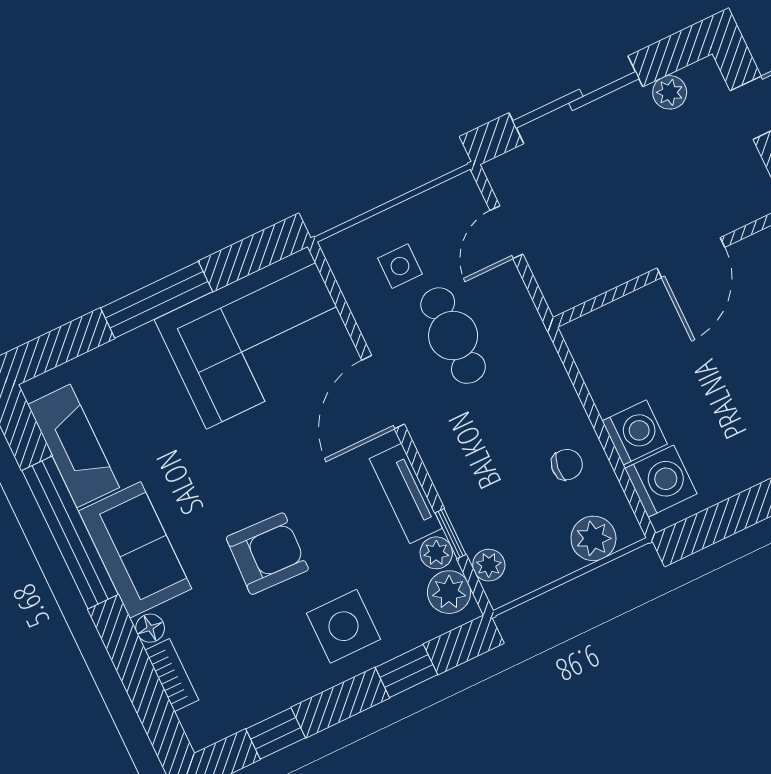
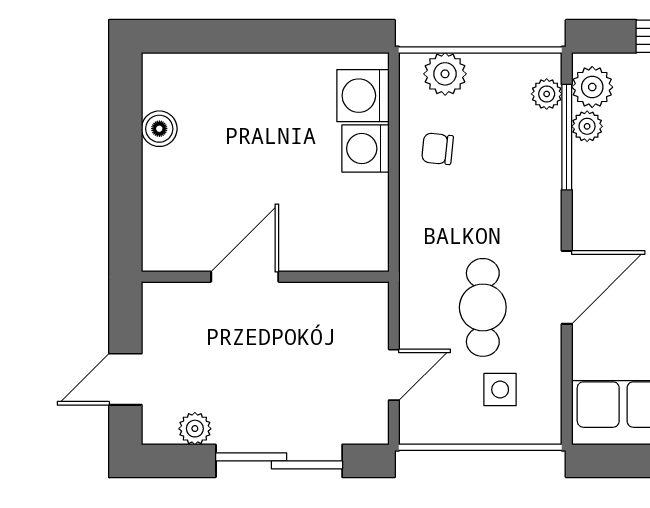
tv unit: (406, 493) -> (589, 190), removed
window: (450, 534) -> (567, 137), width x2.17

